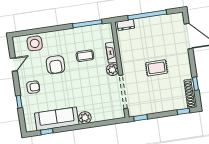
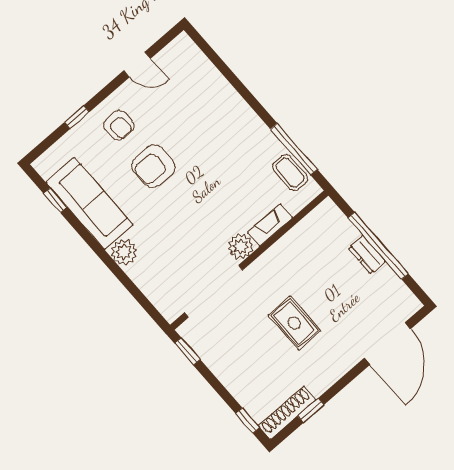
dresser: (126, 25) -> (367, 255), moved
side table: (35, 43) -> (199, 78), removed
coffee table: (85, 56) -> (290, 173), moved
armchair: (56, 65) -> (153, 166), moved

